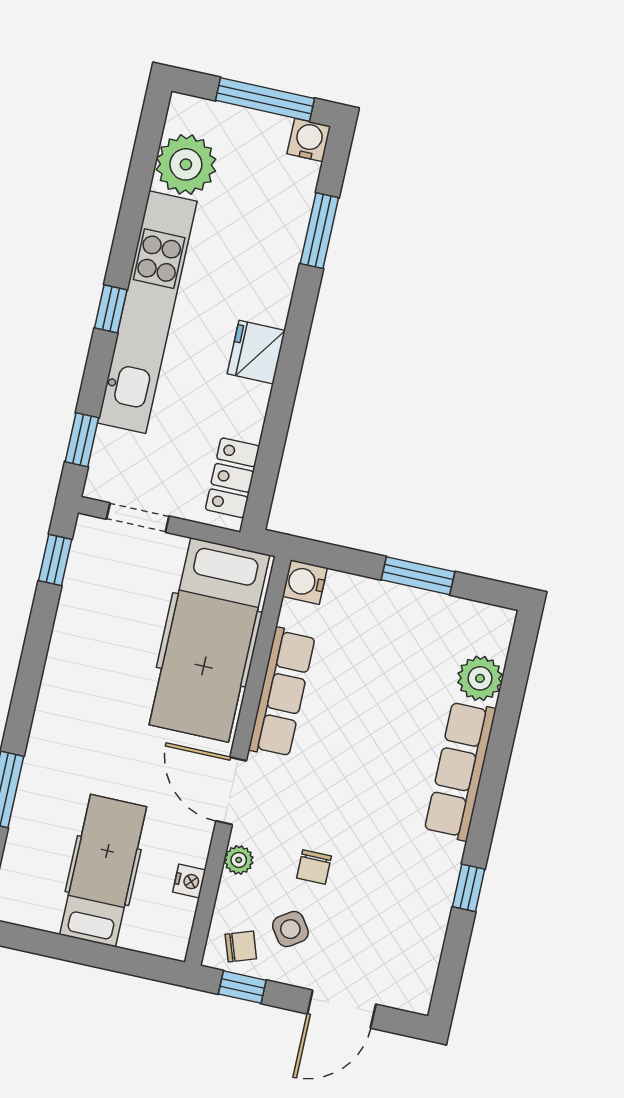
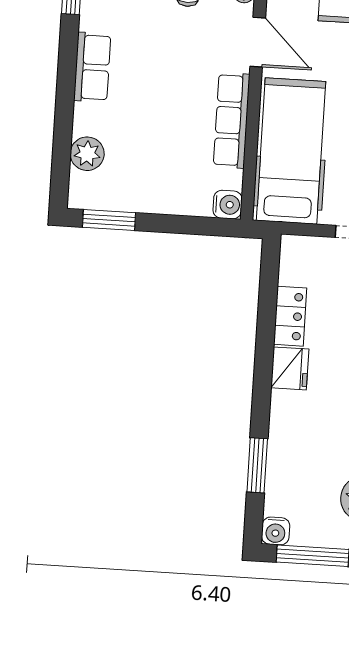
locker: (232, 478) -> (290, 316), moved
window: (418, 576) -> (109, 220), moved
row of seats: (460, 770) -> (92, 67), width x0.68

